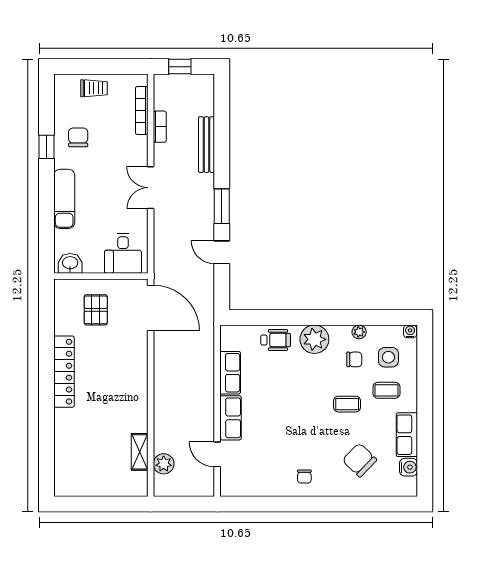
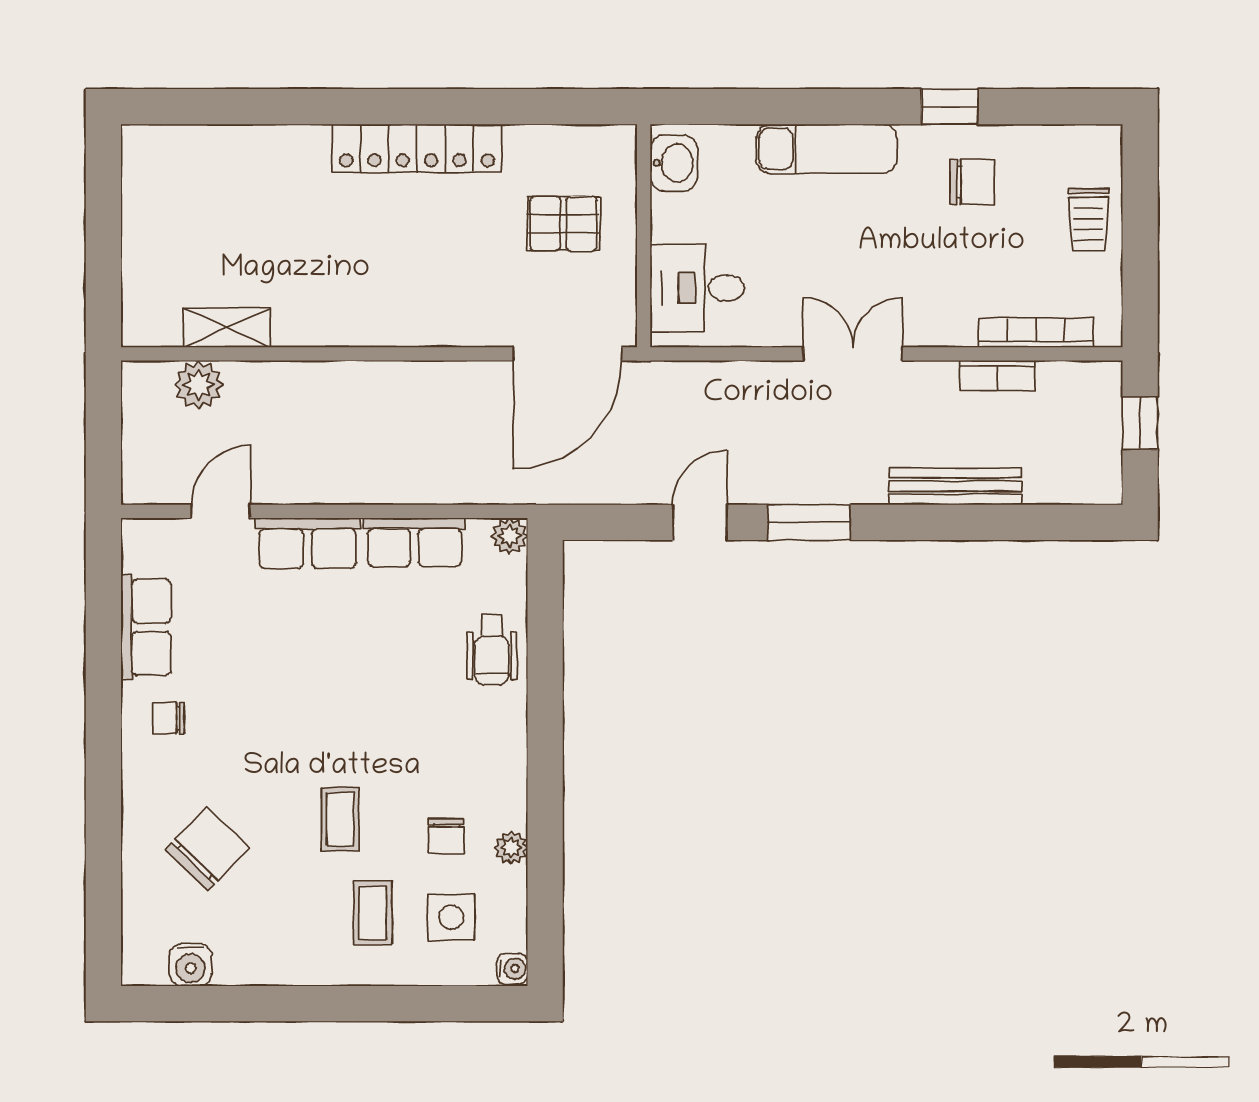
plant: (314, 339) -> (510, 536), moved, width x0.53, depth x0.53
row of seats: (407, 435) -> (146, 627), moved, turned 90

